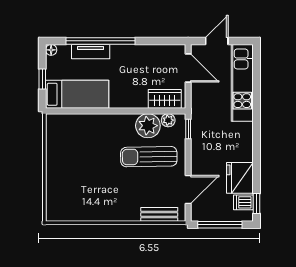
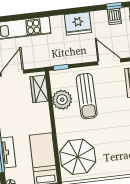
plant: (168, 120) -> (56, 84), removed
parasol: (75, 137) -> (78, 157), added
fridge: (240, 178) -> (78, 24), moved

